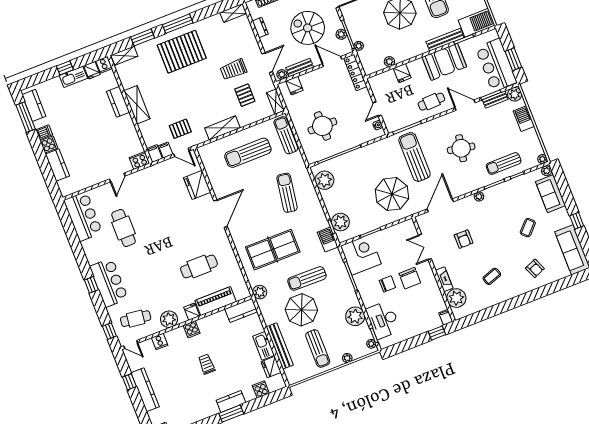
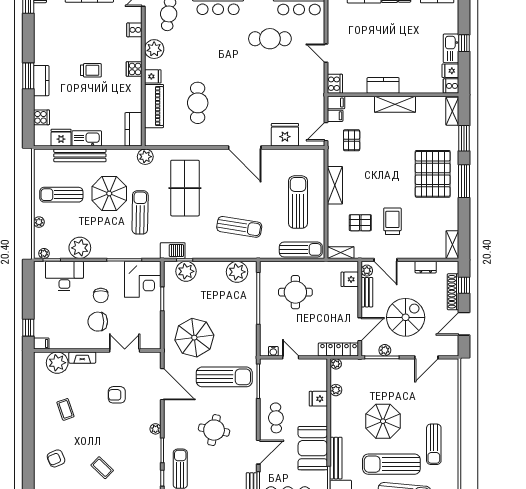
plant: (359, 46) -> (336, 364), moved
kitchen counter: (118, 102) -> (383, 85), moved

